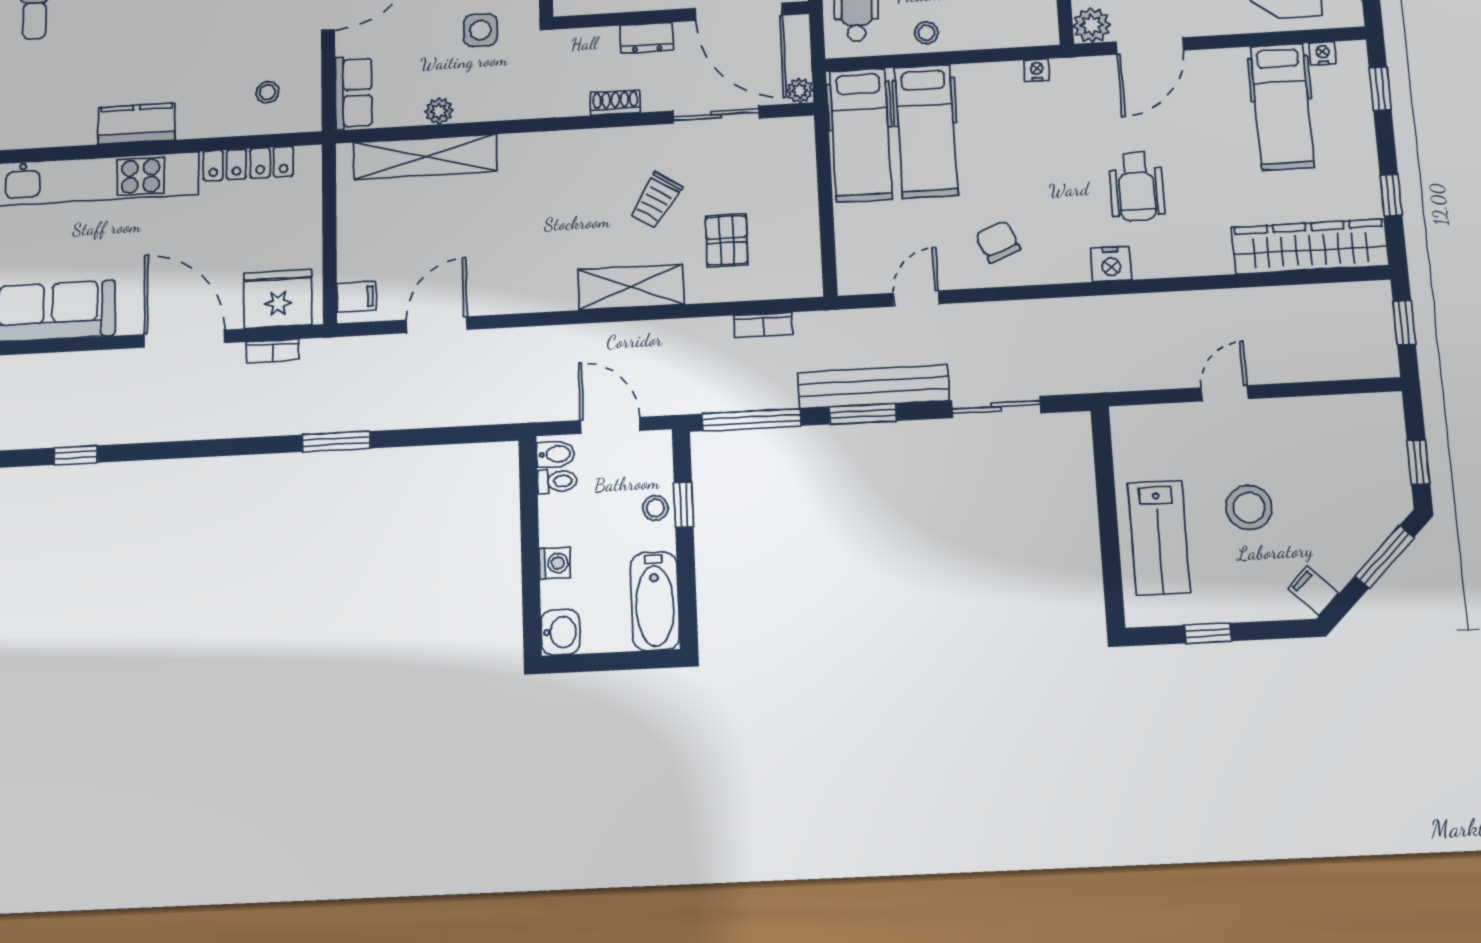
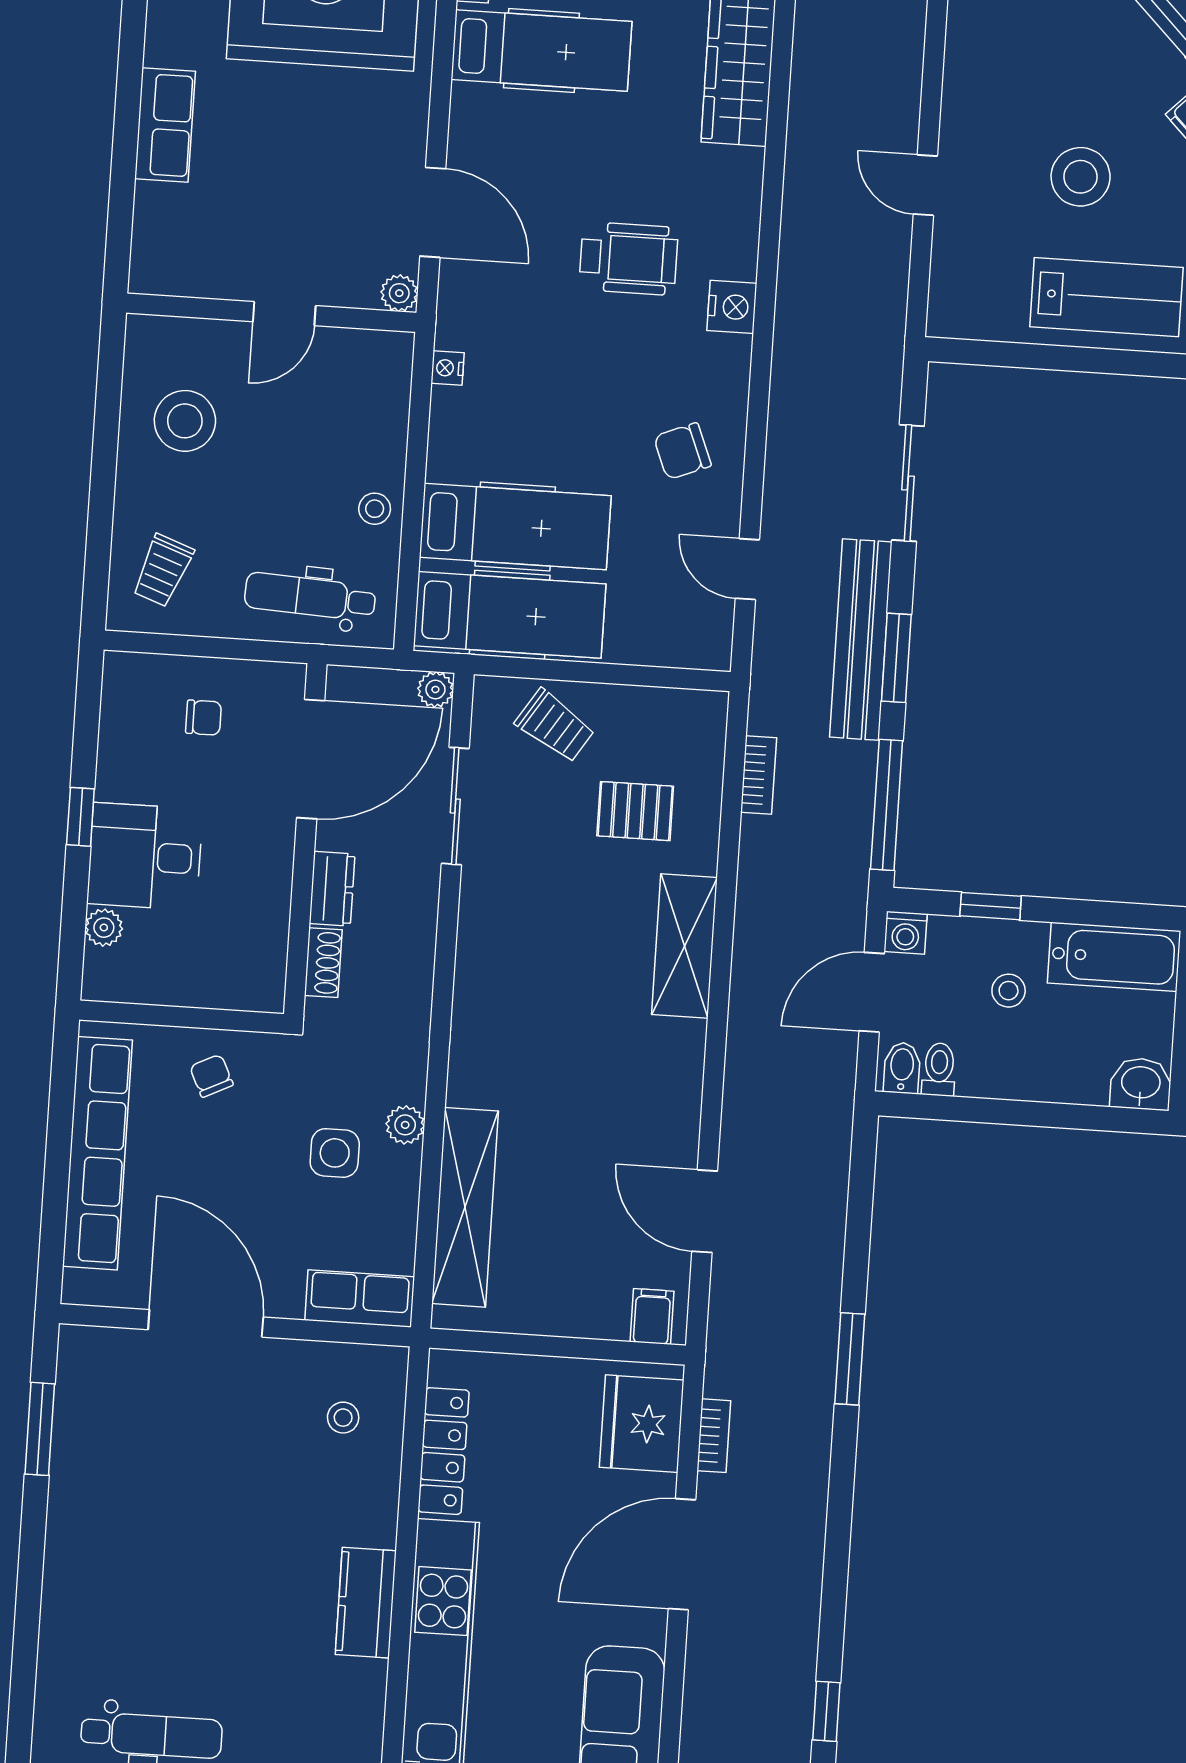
plant: (1092, 25) -> (399, 293), width x0.73, depth x0.73
side table: (480, 30) -> (335, 1153), moved
shoe rack: (615, 103) -> (323, 963), moved, turned 180
plant: (439, 111) -> (405, 1125), moved
trolley: (656, 200) -> (555, 726), moved
stool: (655, 508) -> (1009, 991), moved
washing machine: (555, 563) -> (906, 933), moved, turned 180

